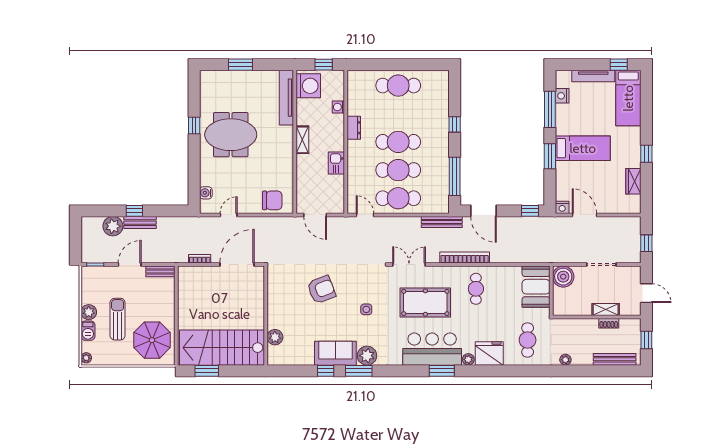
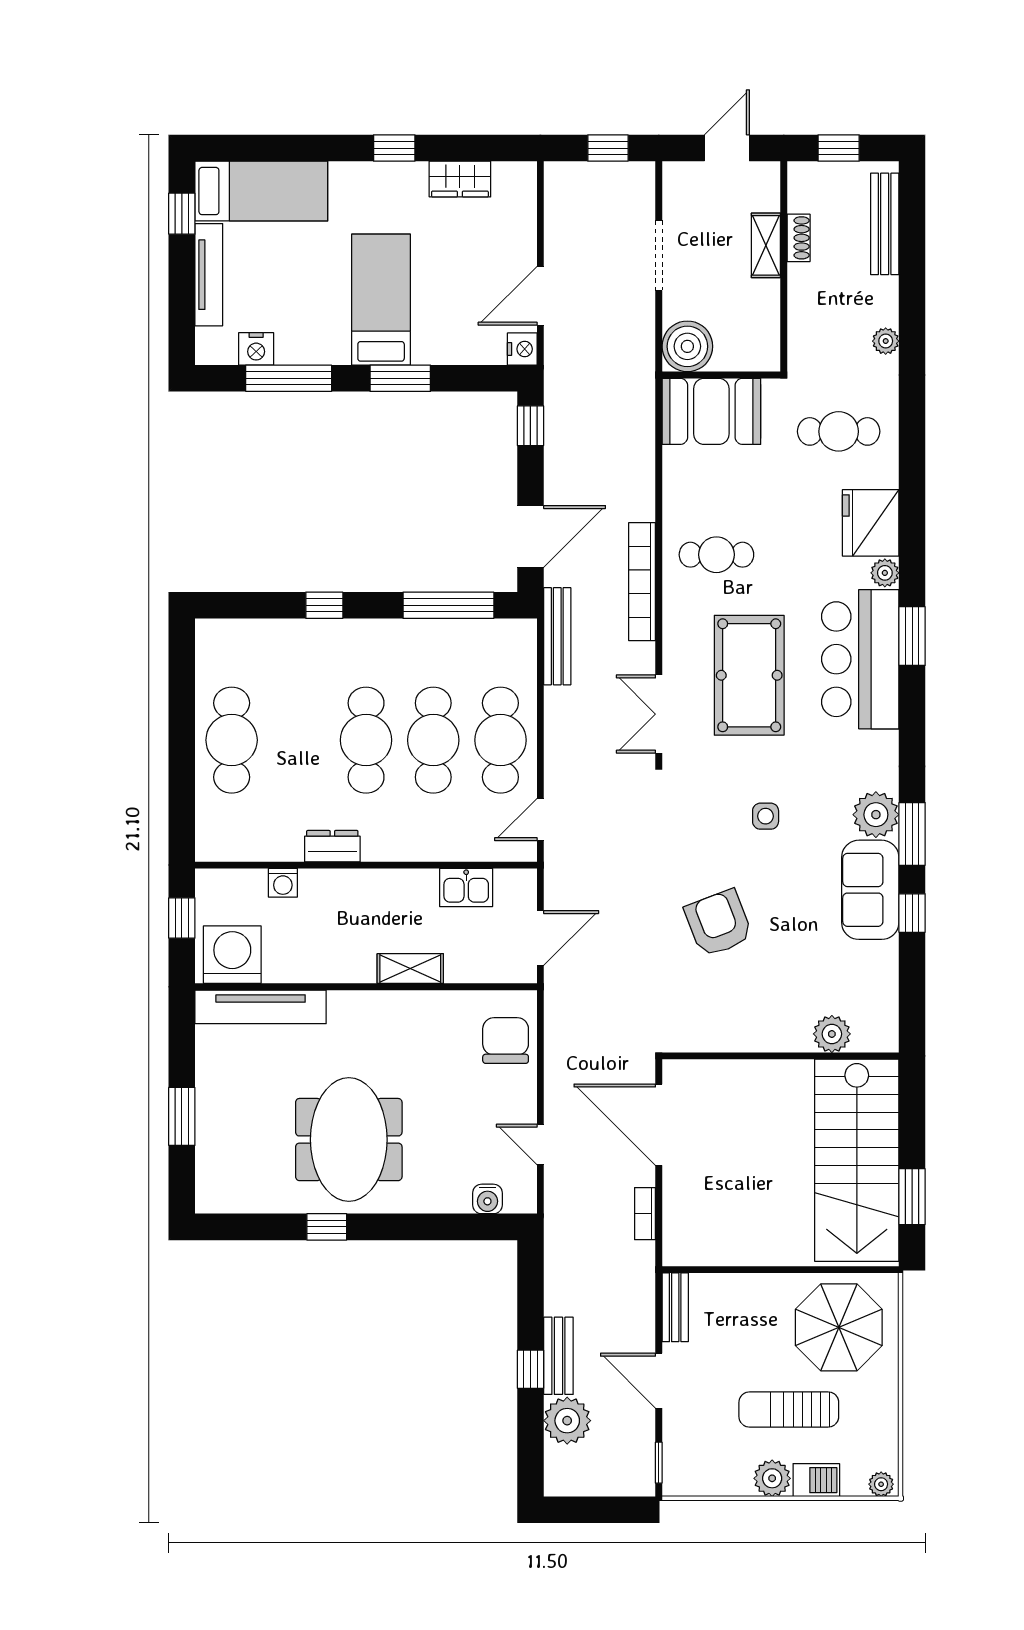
shelving: (302, 140) -> (410, 969), moved
kitchen sink: (336, 163) -> (466, 888), moved

